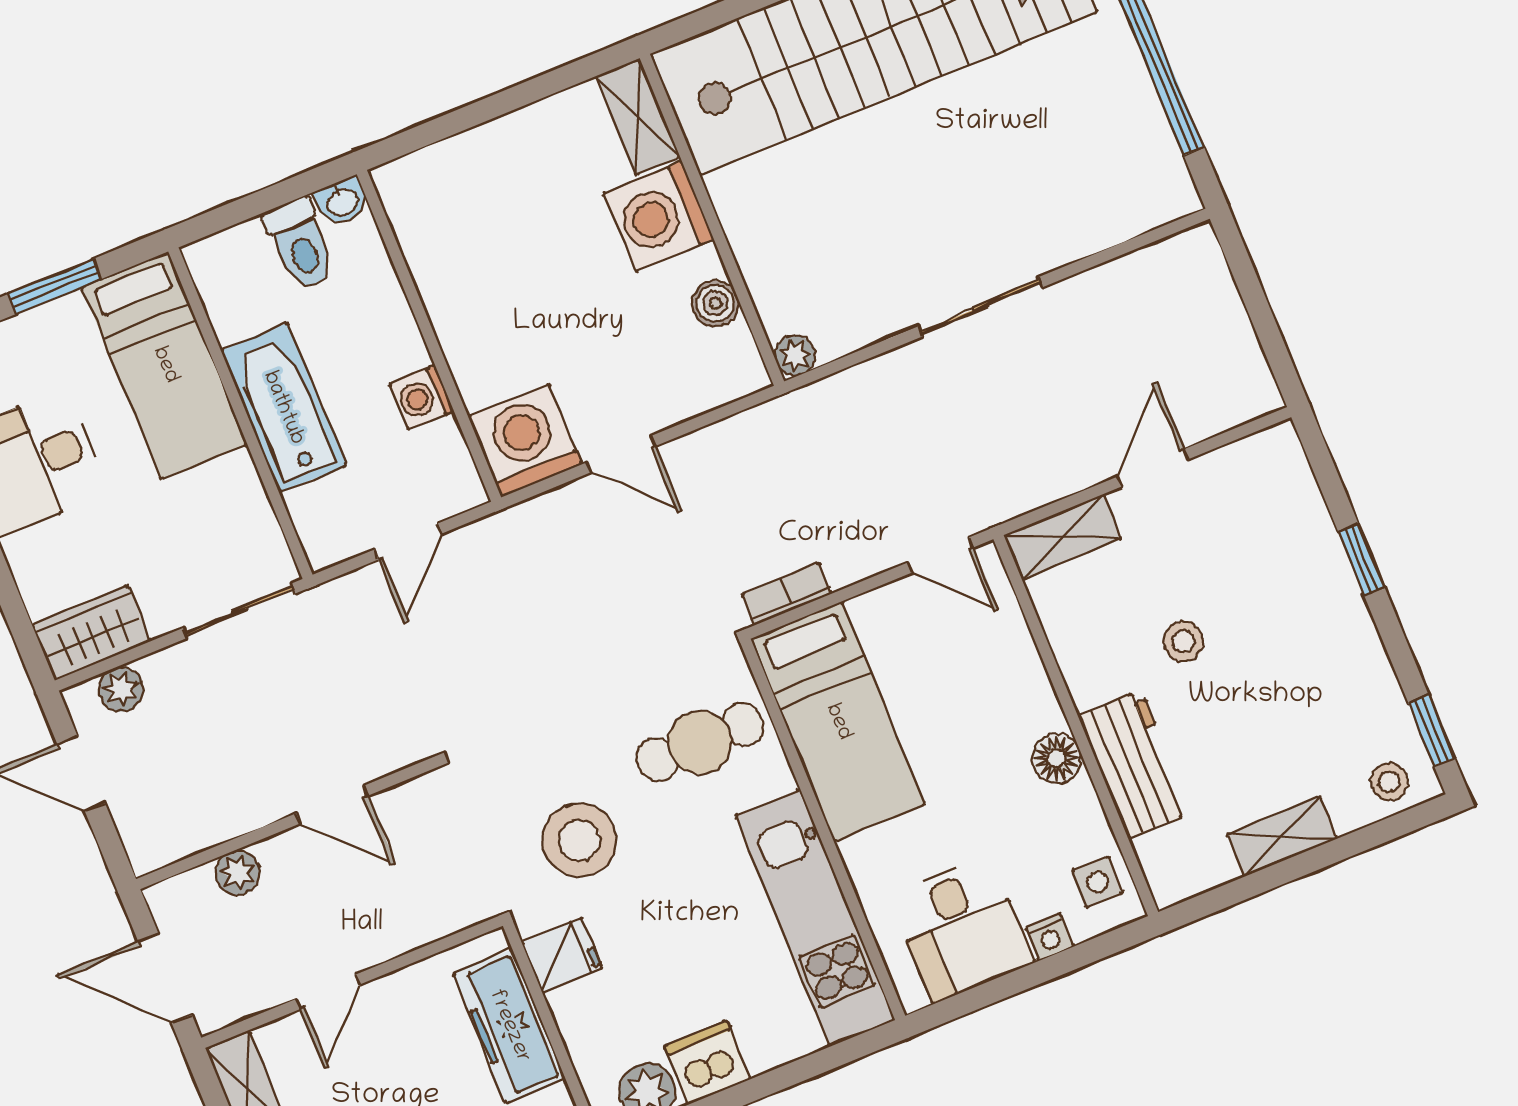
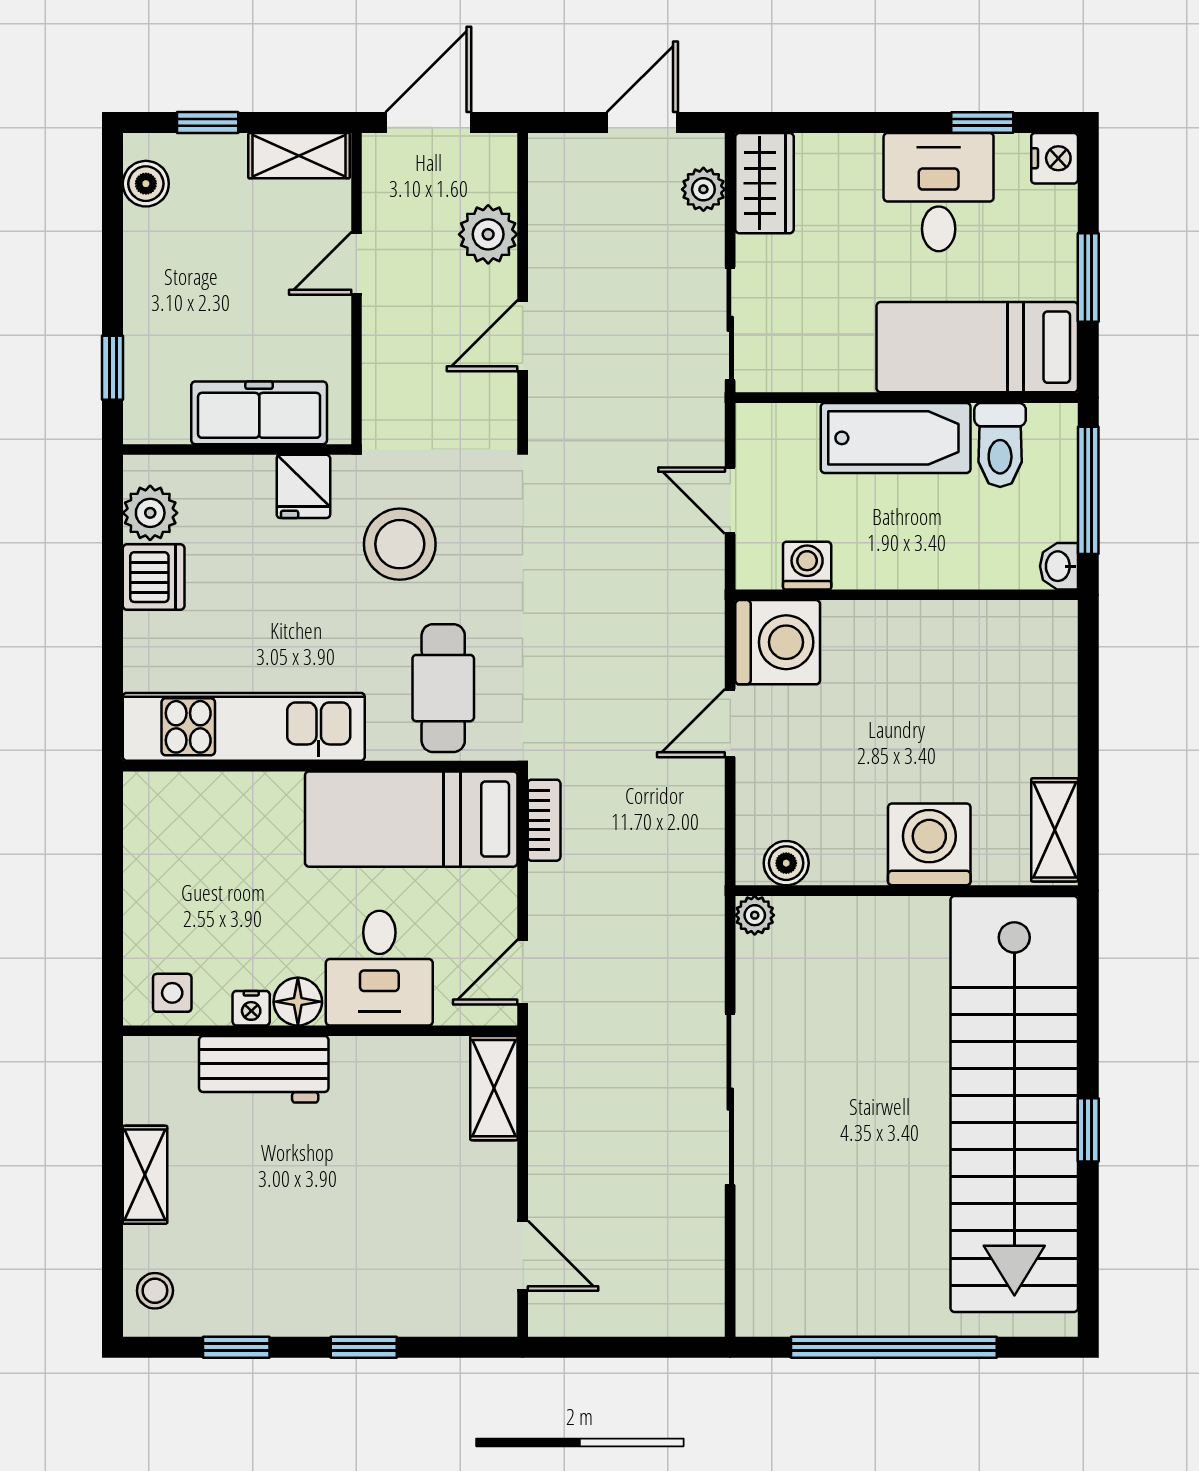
shelving: (638, 117) -> (1055, 830), moved, turned 90
window: (258, 203) -> (1088, 490), added
toilet: (300, 244) -> (1000, 445), moved, turned -90
boiler: (715, 303) -> (786, 863), moved
sliding door: (980, 307) -> (730, 1099), width x1.37
washing machine: (422, 397) -> (807, 566), moved
door: (1153, 468) -> (523, 1256), moved
stool: (1184, 641) -> (356, 1158), removed
window: (1432, 731) -> (236, 1347), moved
plant: (238, 873) -> (488, 234), width x1.38, depth x1.38
desk: (961, 929) -> (379, 968), moved, turned -90
nightstand: (1050, 937) -> (251, 1008), moved, turned -90
door: (328, 992) -> (356, 263), hinge flipped

